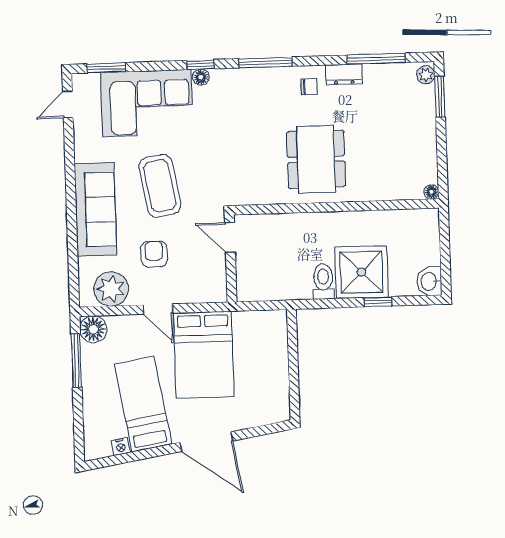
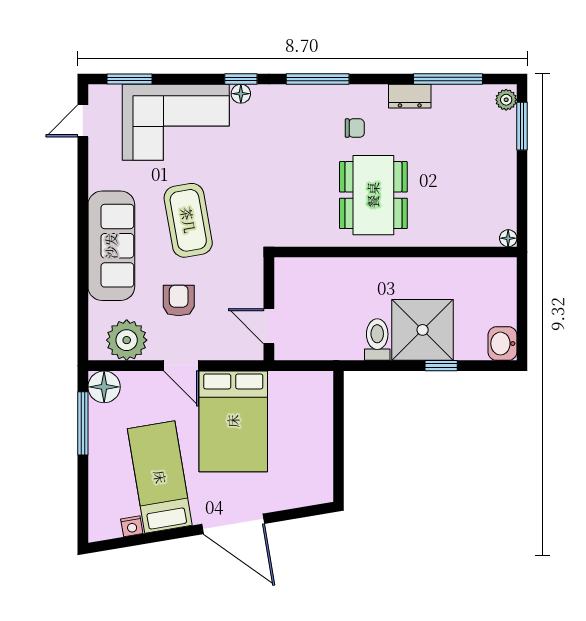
chair: (309, 87) -> (355, 128), moved
door: (230, 237) -> (269, 326), moved

